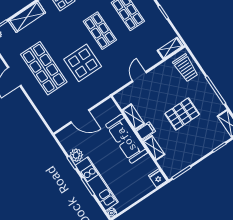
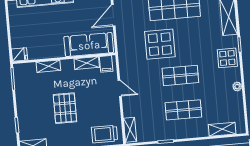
filing cabinet: (146, 131) -> (106, 64), moved
sofa: (127, 139) -> (89, 45), moved

